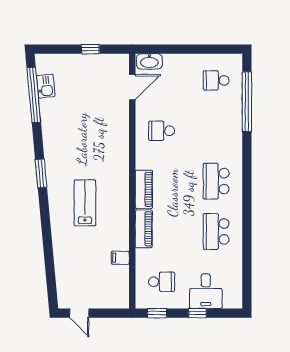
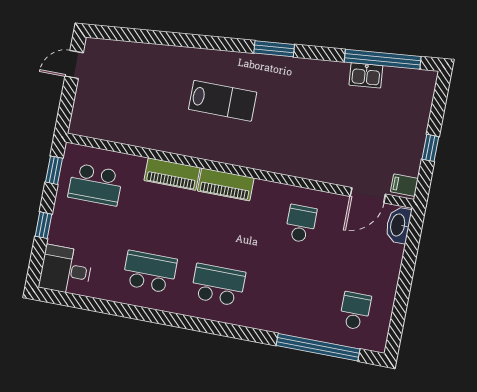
kitchen sink: (46, 86) -> (366, 75), moved
door: (132, 87) -> (368, 195), hinge flipped
filing cabinet: (120, 258) -> (404, 185), moved, turned -90
school desk: (162, 282) -> (95, 185), width x1.85
desk: (206, 291) -> (66, 270), moved

